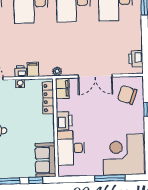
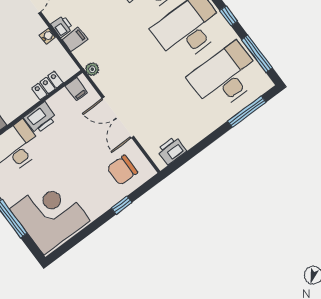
filing cabinet: (62, 88) -> (77, 89), width x0.50
chair: (127, 95) -> (122, 170), turned -109
locker: (48, 98) -> (47, 85), width x0.66

